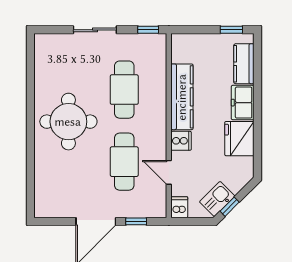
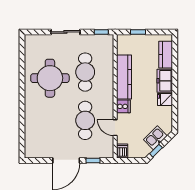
window: (231, 30) -> (138, 32), moved
round table: (68, 122) -> (50, 78), moved
fridge: (239, 139) -> (165, 100), width x0.53, depth x0.75
kitchen sink: (217, 199) -> (155, 138), moved

